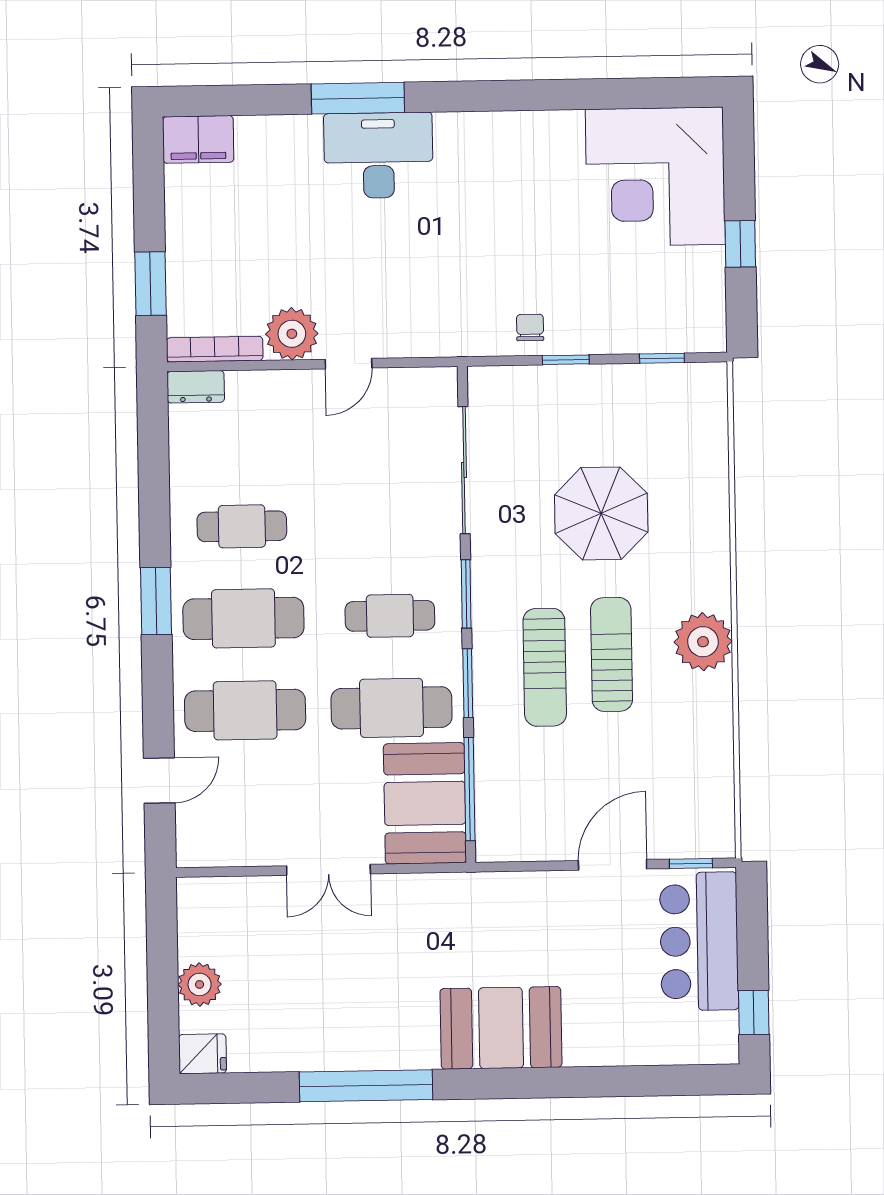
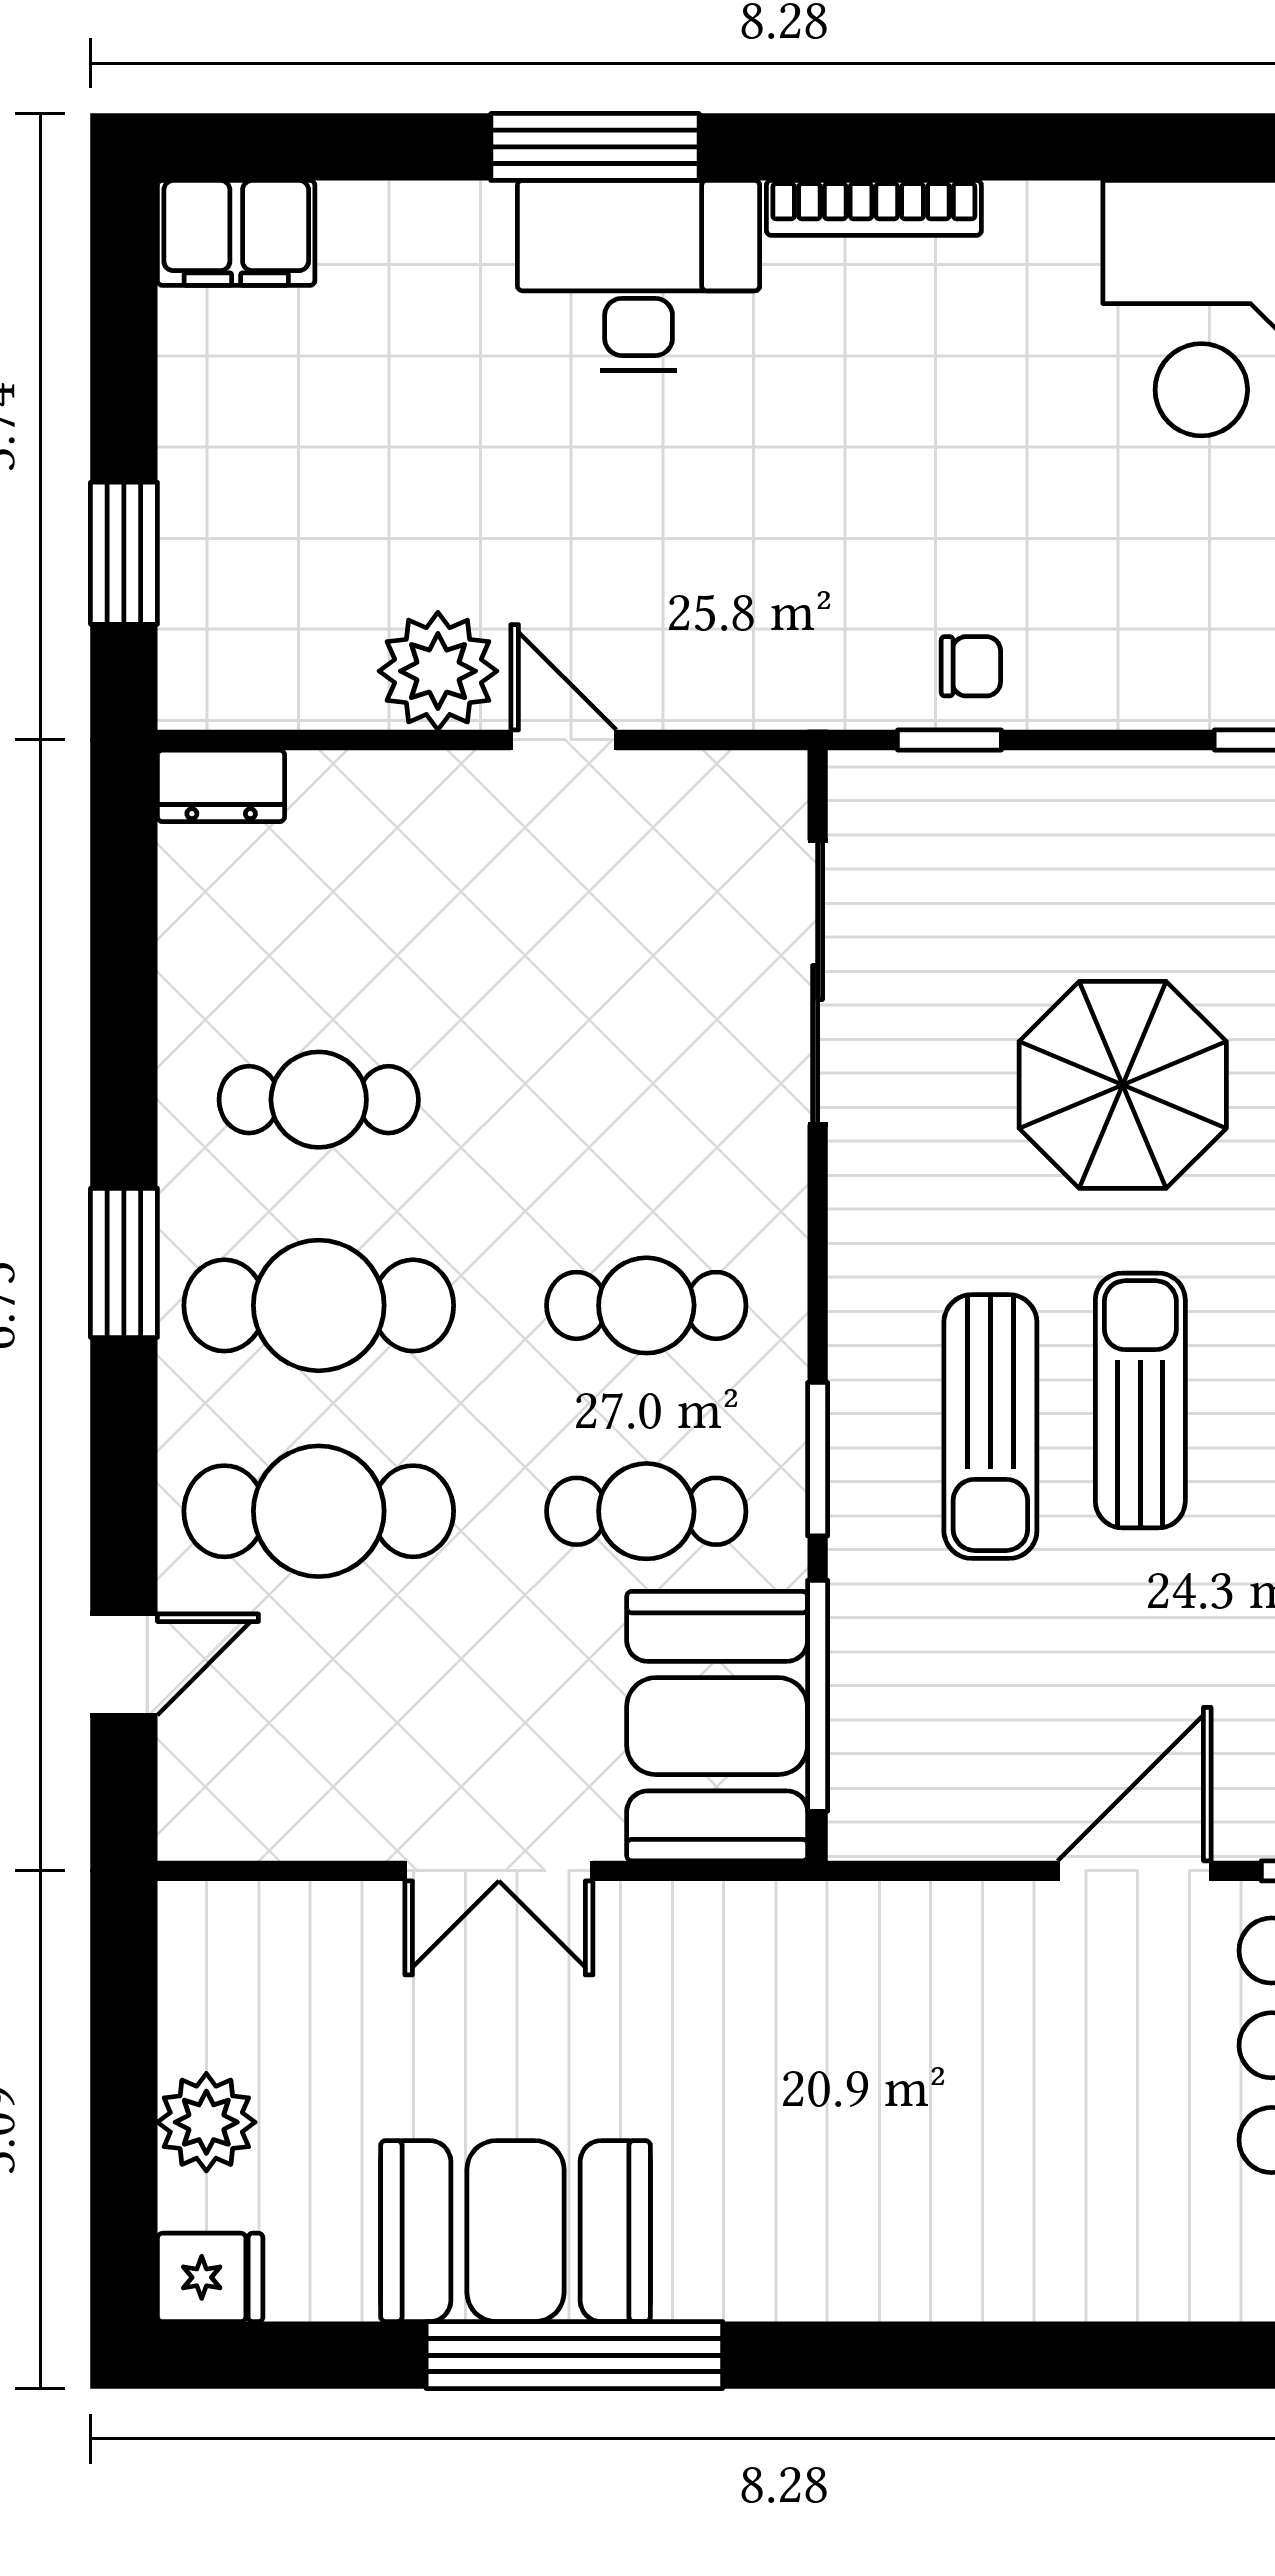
chair: (530, 327) -> (971, 666), turned 90
bookcase: (215, 349) -> (874, 208), moved, turned 180
window: (566, 360) -> (949, 740), moved
door: (349, 364) -> (564, 740), swing flipped
window: (466, 594) -> (818, 1259), removed
cafe table: (392, 708) -> (646, 1511), width x0.73, depth x0.74
booth: (501, 1028) -> (515, 2231), moved

